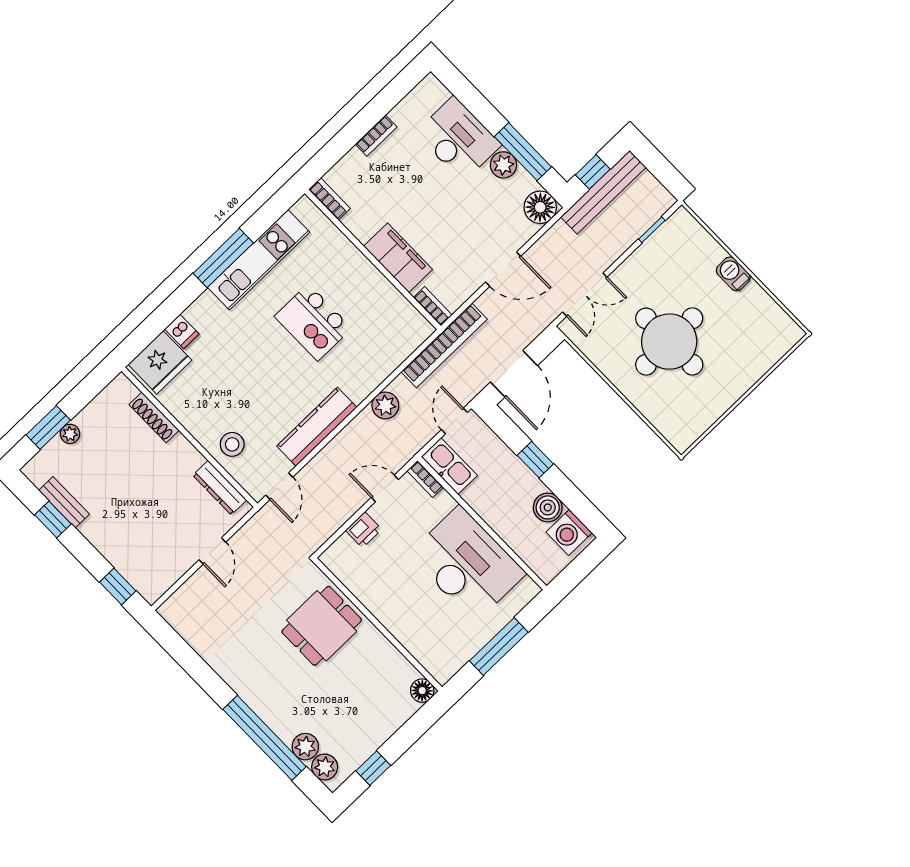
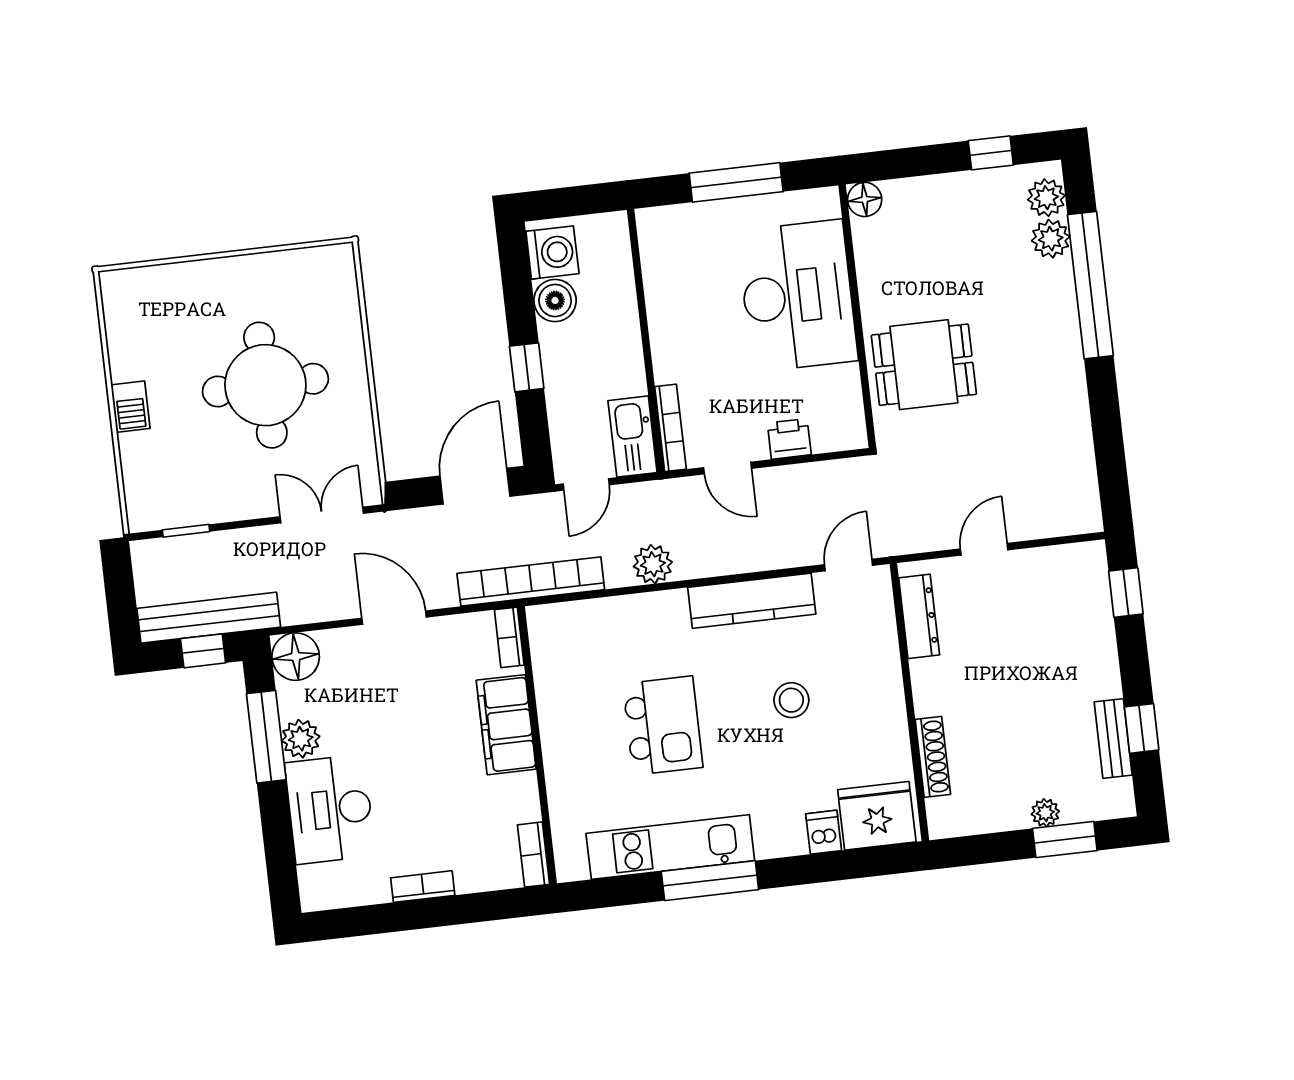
stool: (232, 444) -> (791, 700), moved
bookcase: (425, 479) -> (670, 428), width x1.56
desk: (467, 564) -> (797, 296), moved, turned 180

